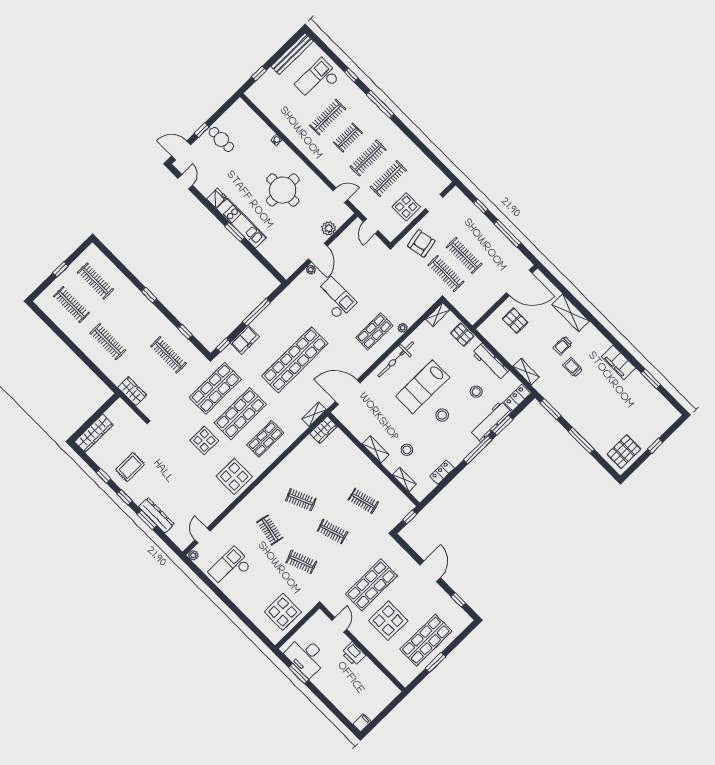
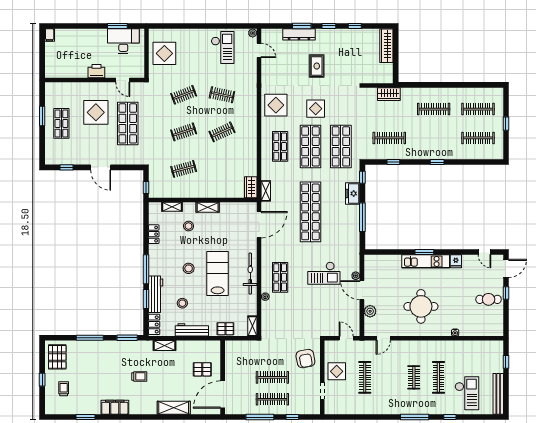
clothes rail: (368, 158) -> (389, 377), removed
clothes rail: (446, 273) -> (272, 399), moved
trolley: (563, 346) -> (64, 389), moved
rug: (130, 467) -> (317, 66), moved
shop shelf: (426, 640) -> (61, 123), width x0.70, depth x0.74

